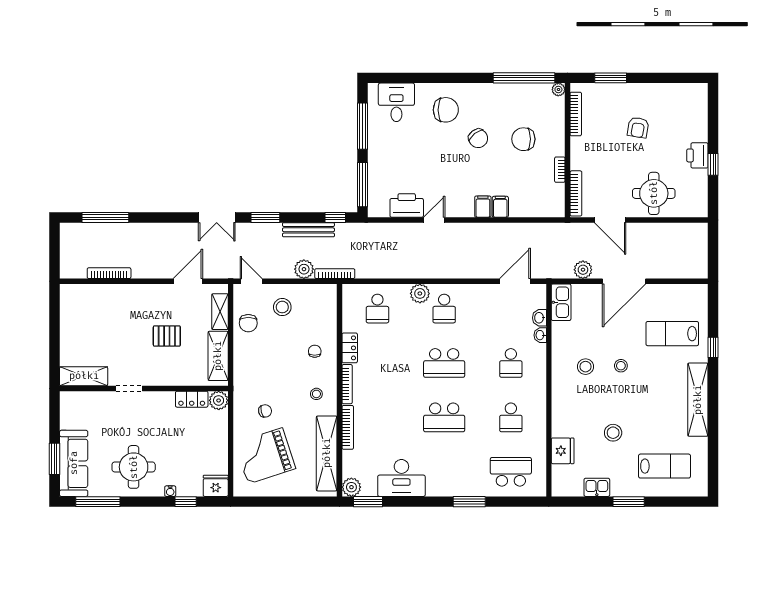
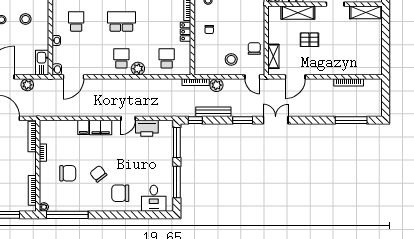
filing cabinet: (483, 207) -> (101, 128), width x2.00
washbasin: (539, 318) -> (57, 69), moved
shelving: (218, 356) -> (298, 13), moved, turned 90

